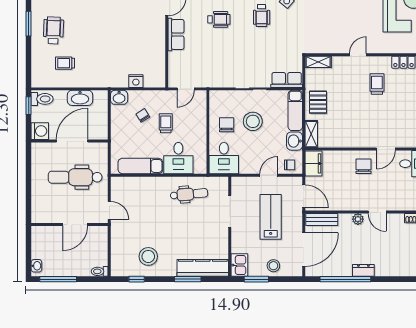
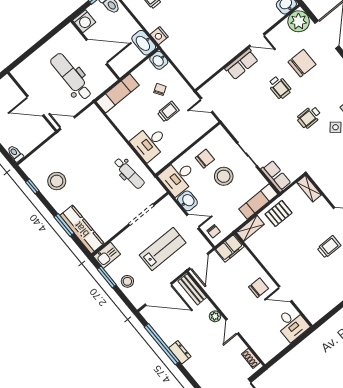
nightstand: (136, 81) -> (159, 36), moved
washbasin: (80, 98) -> (144, 43), moved
washbasin: (295, 141) -> (187, 201), moved, turned 90
exam couch: (140, 166) -> (118, 93), moved, turned 90
door: (109, 210) -> (67, 123), swing flipped

